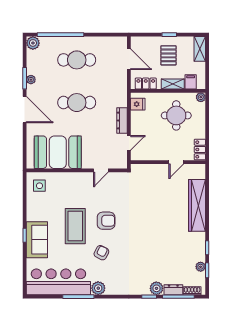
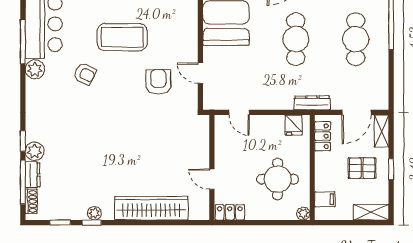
shelving: (173, 84) -> (381, 131), moved
dresser: (122, 121) -> (312, 103), moved
armchair: (106, 221) -> (158, 82), moved, turned 180
plant: (201, 267) -> (94, 213), moved

